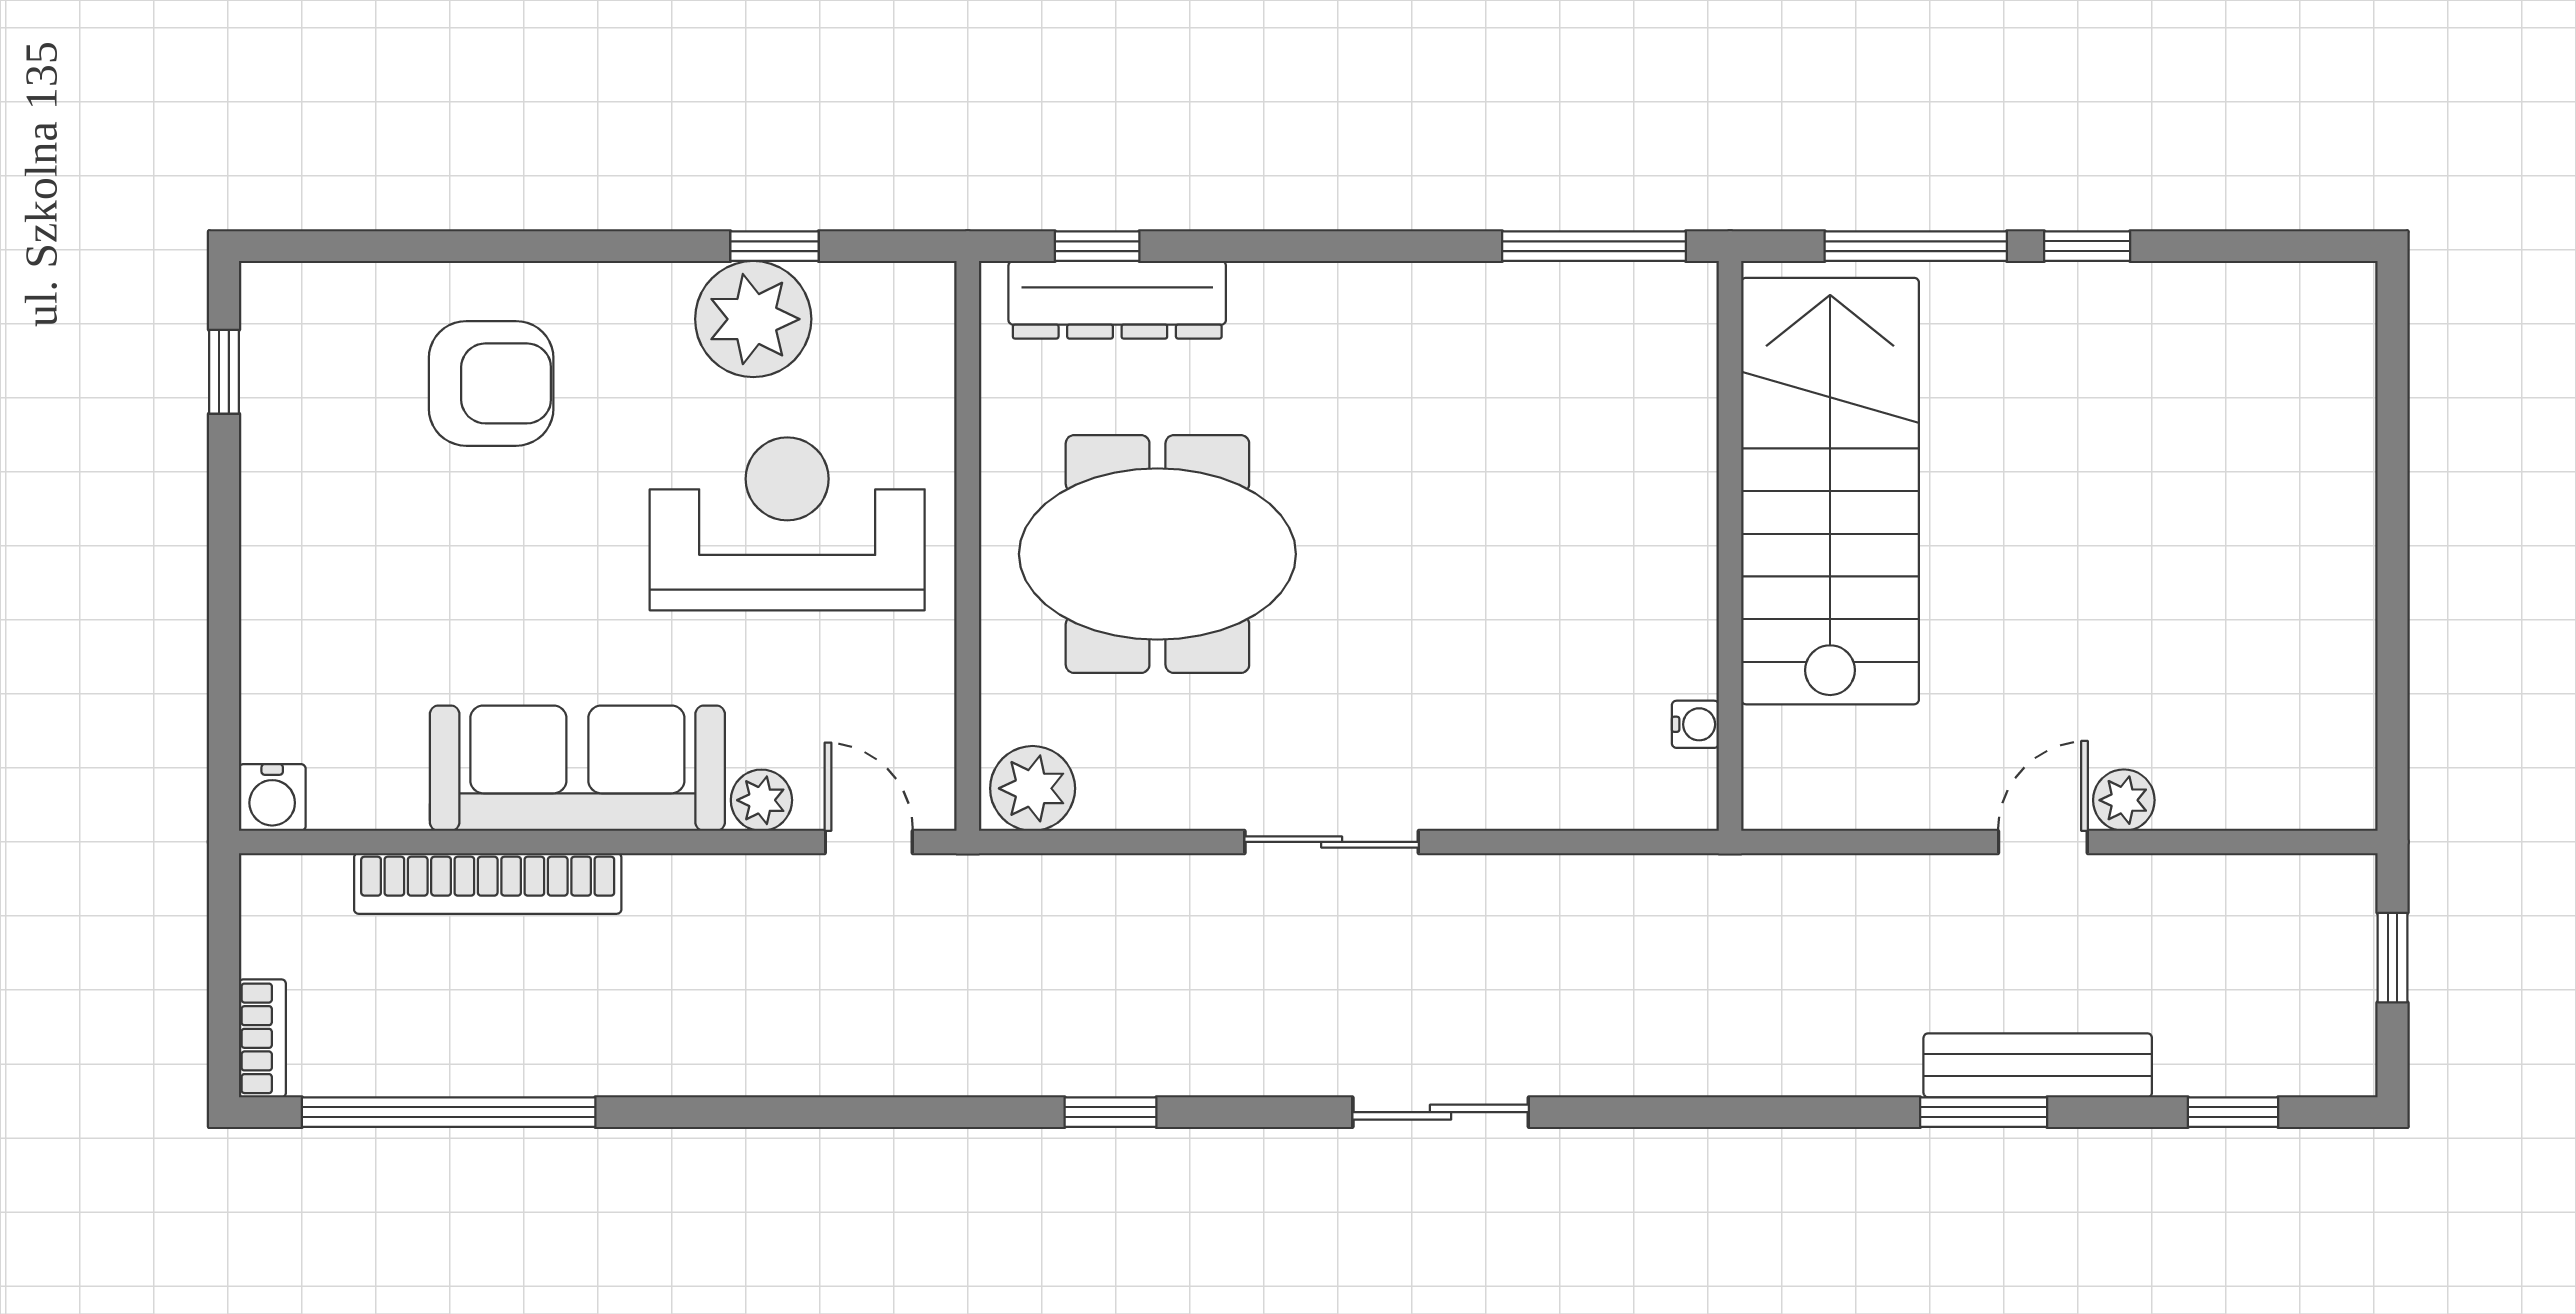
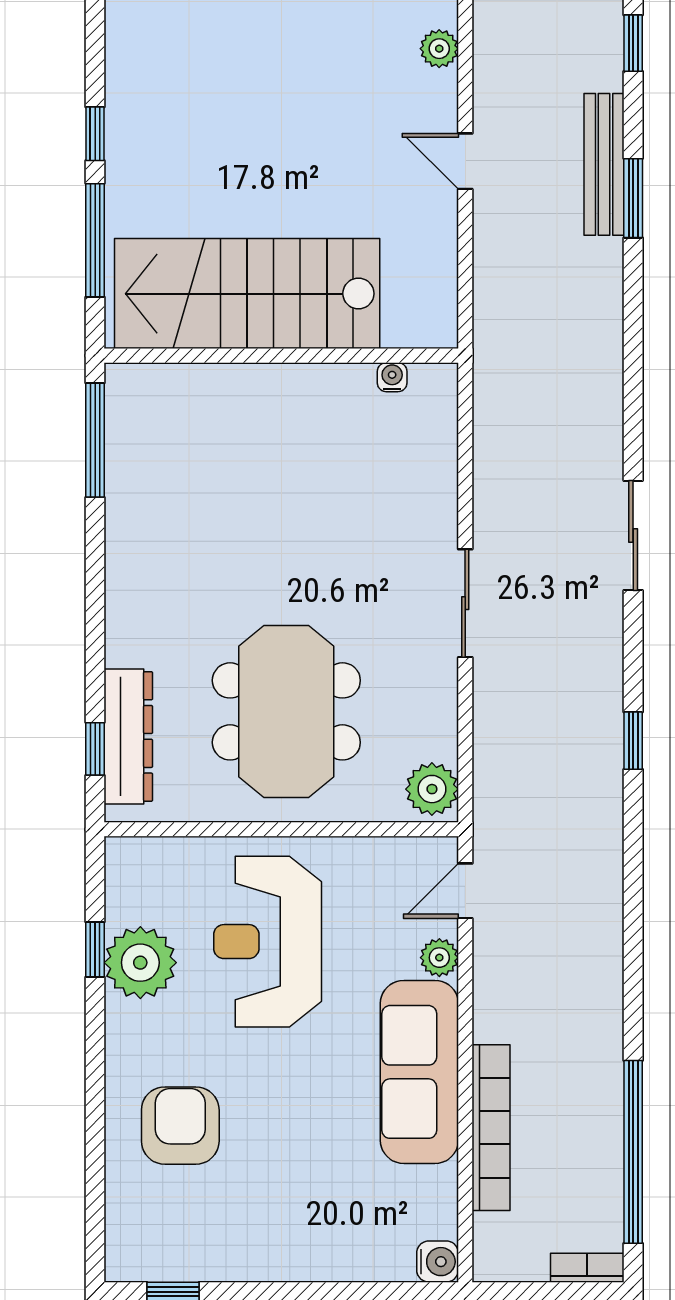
plant: (2124, 800) -> (439, 49), moved

